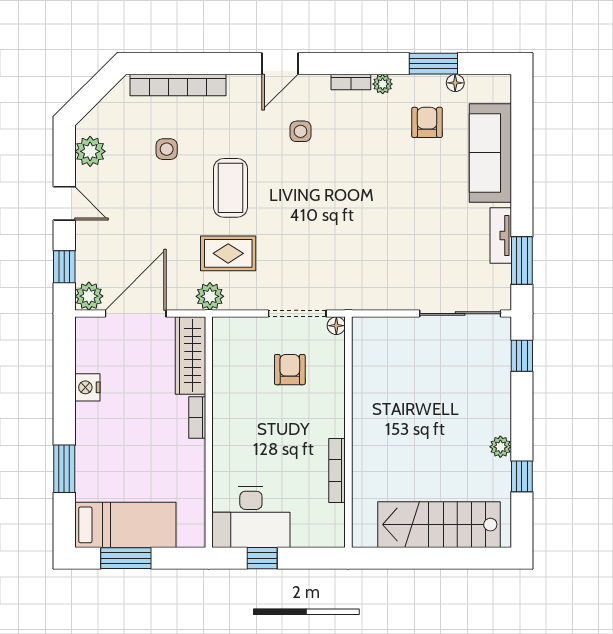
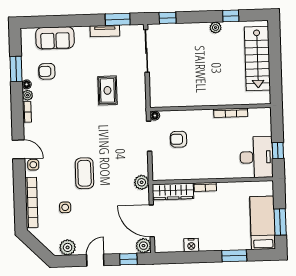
floor lamp: (455, 83) -> (27, 84), moved
side table: (300, 131) -> (33, 165), moved
sofa: (490, 153) -> (55, 38), width x0.73
coffee table: (230, 188) -> (84, 173), turned 90
rug: (228, 253) -> (107, 90), moved

